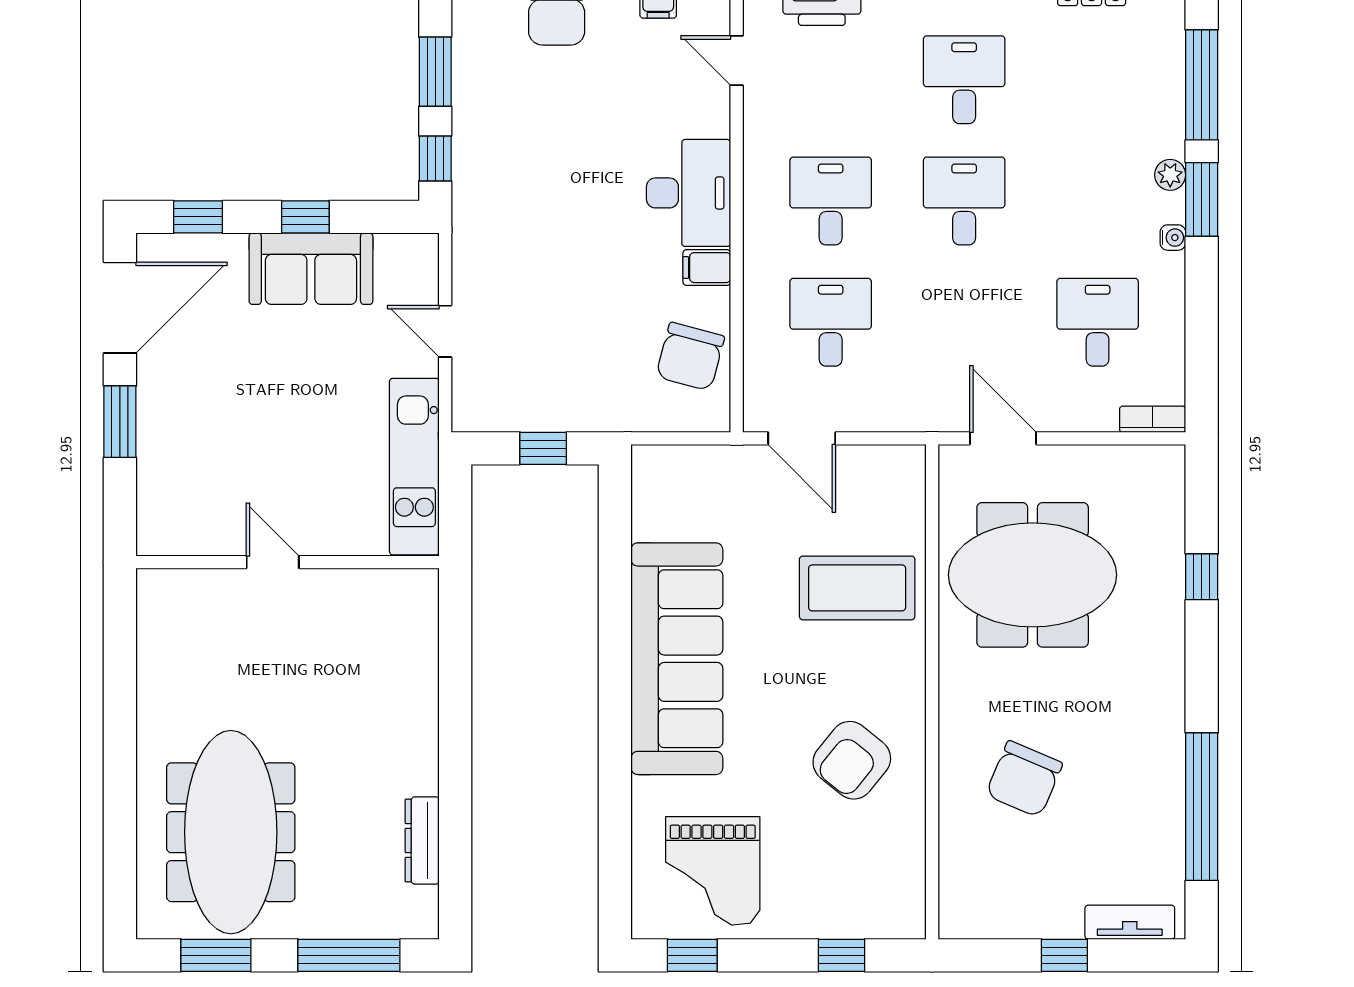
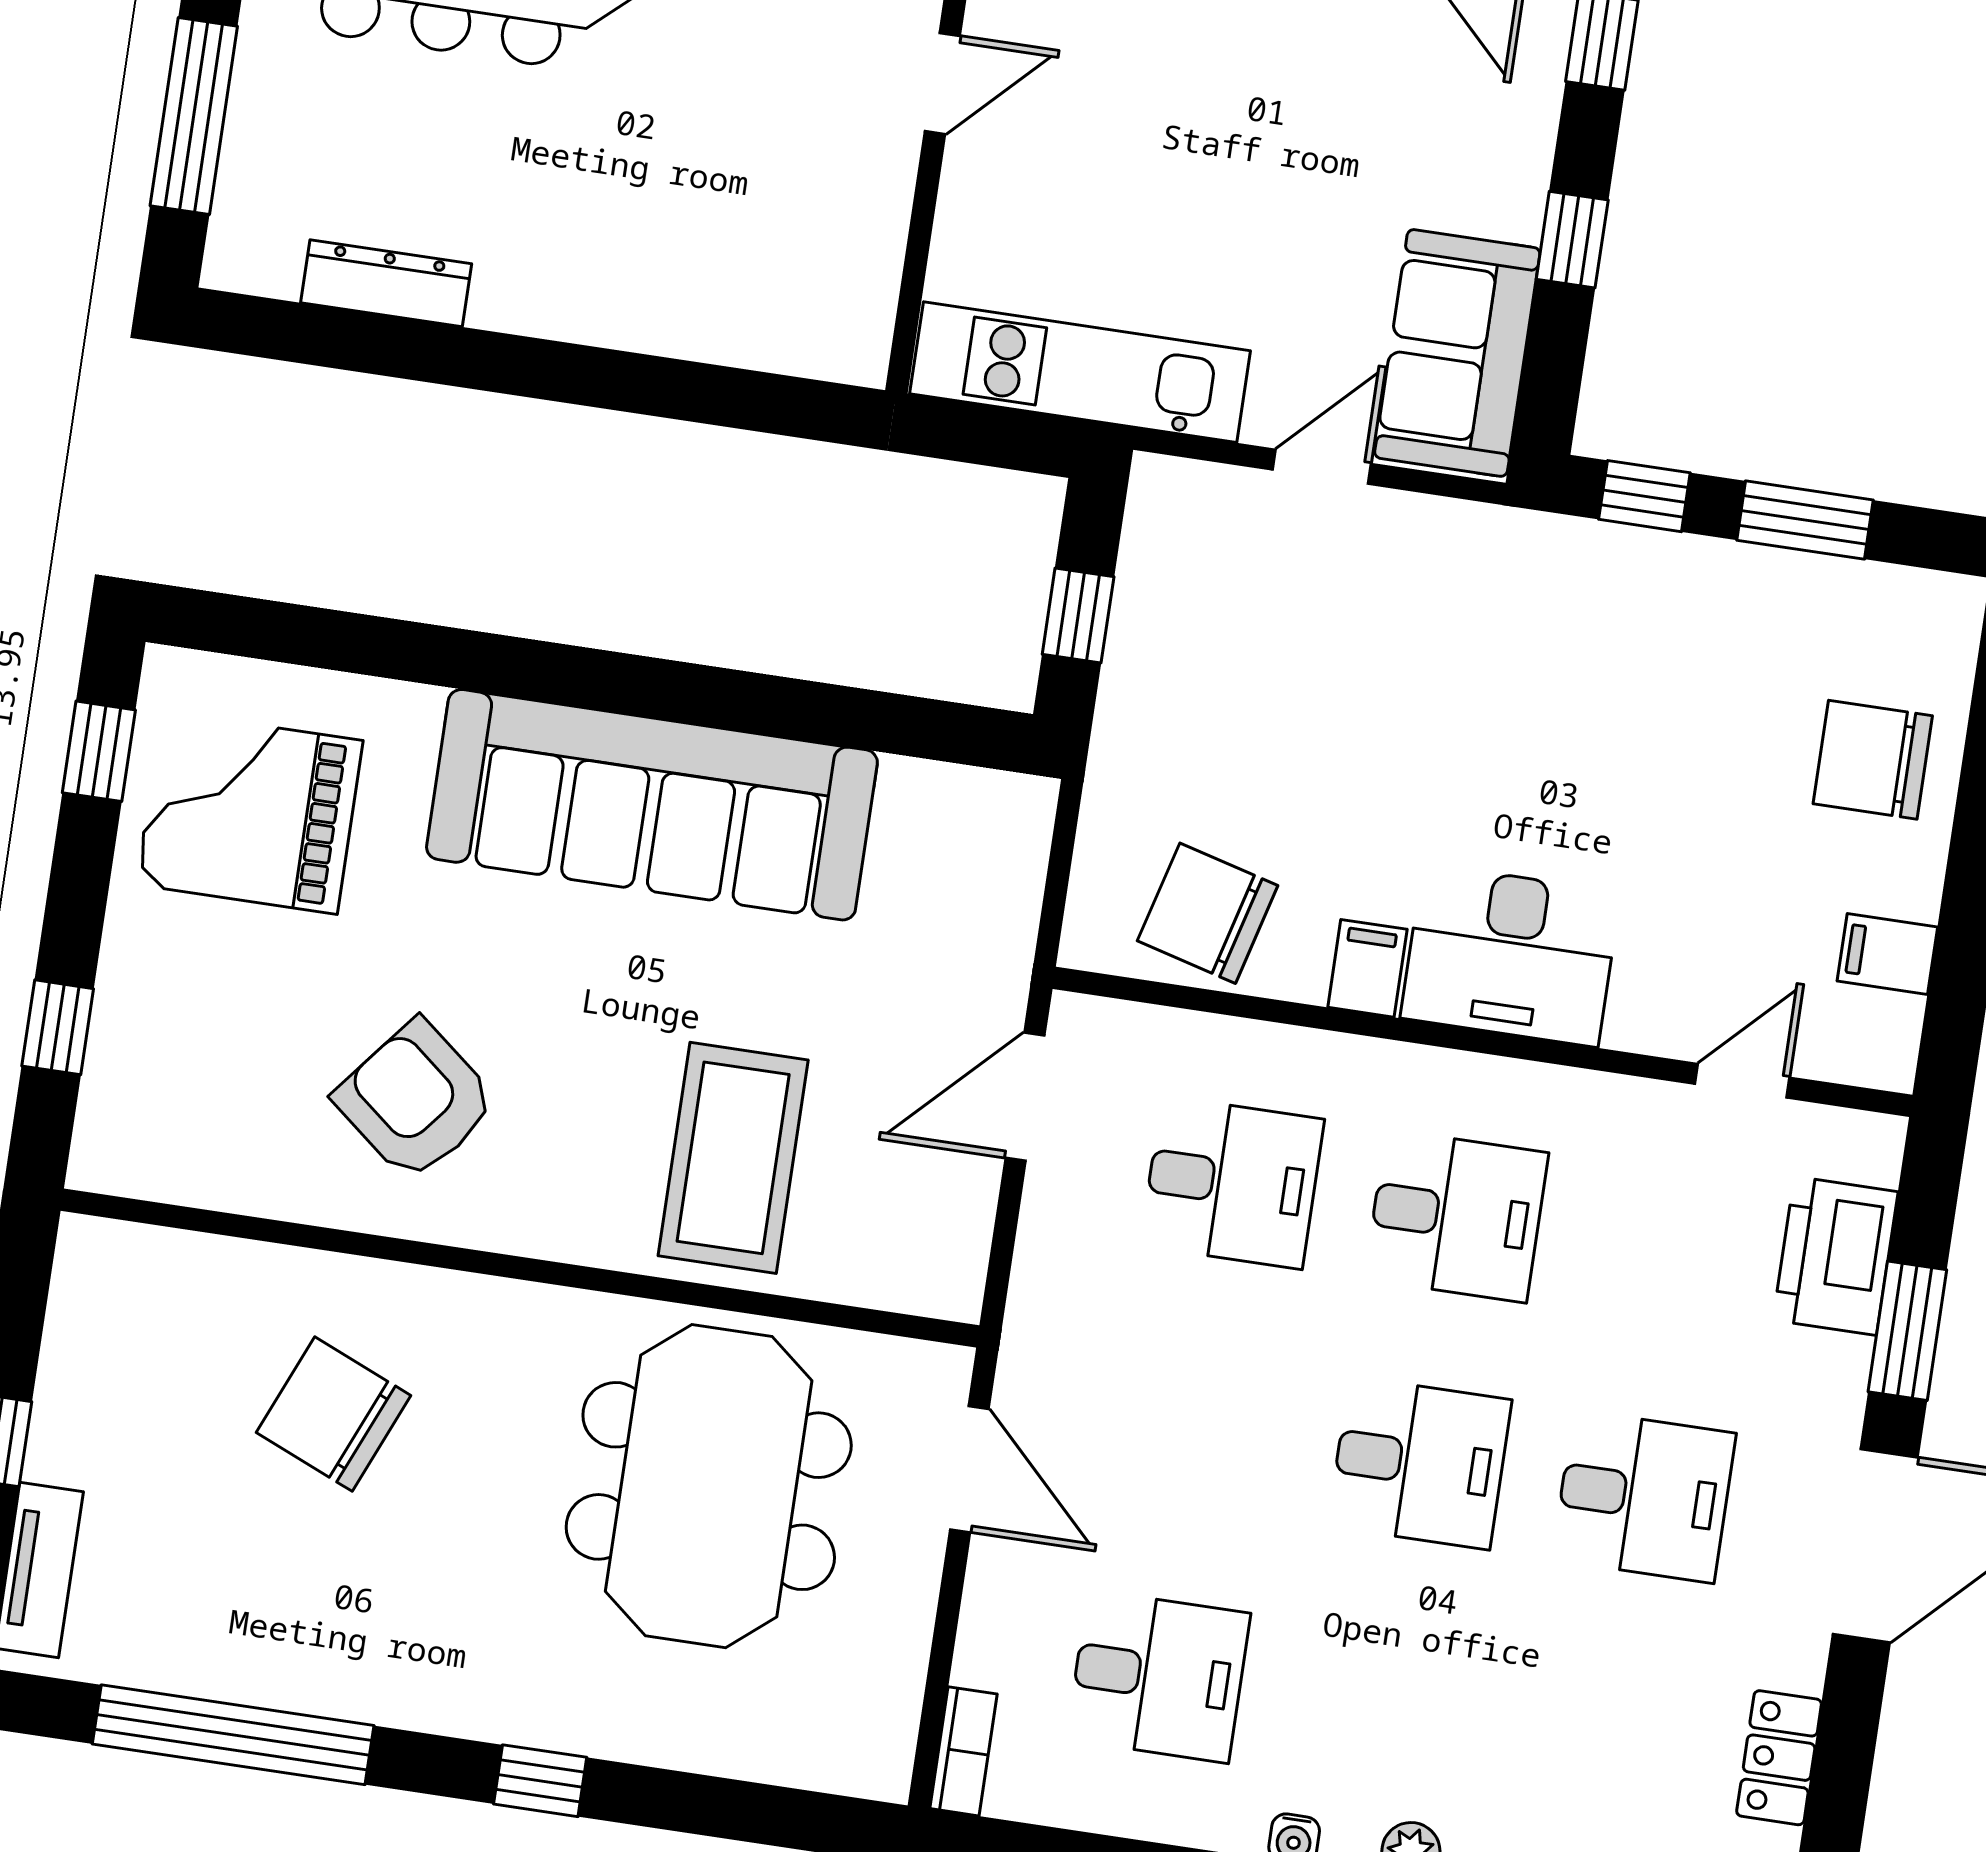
sofa: (311, 269) -> (1457, 353), moved
door: (1003, 438) -> (969, 1469), hinge flipped
window: (1202, 577) -> (540, 1781), moved

